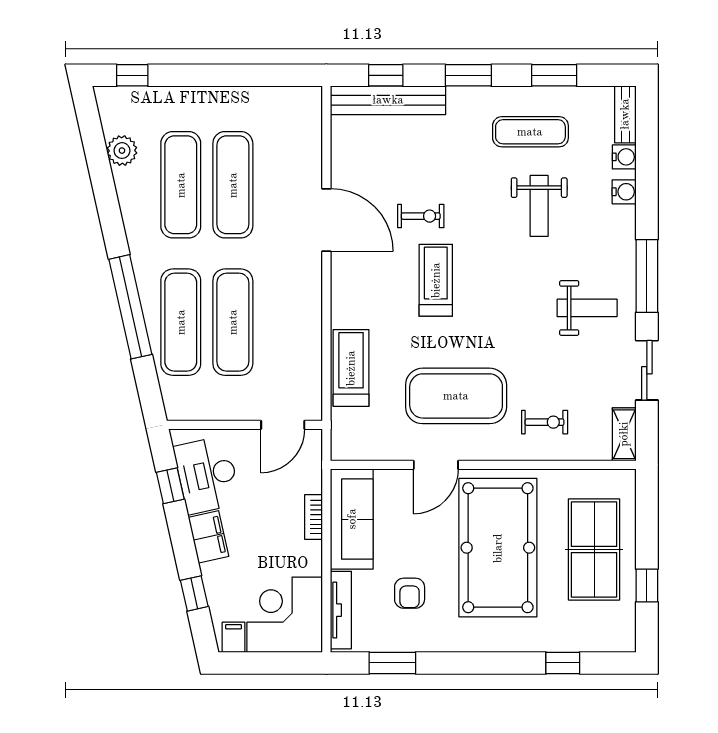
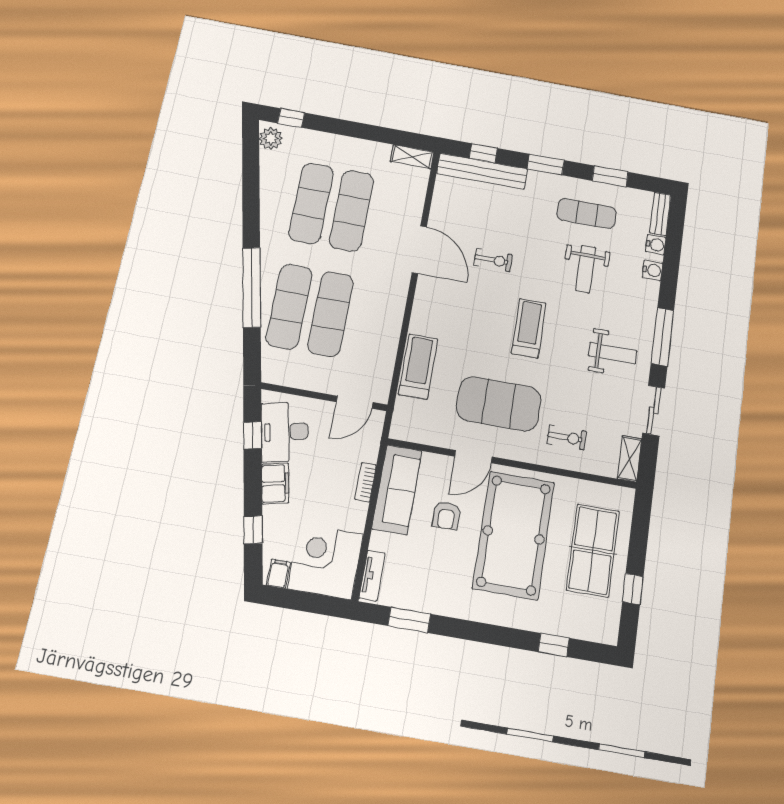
shelving: (296, 98) -> (412, 157), added
plant: (122, 151) -> (271, 138), moved
treadmill: (436, 280) -> (529, 328), moved
armchair: (410, 593) -> (446, 516), moved
tv unit: (341, 610) -> (372, 576), width x0.71

